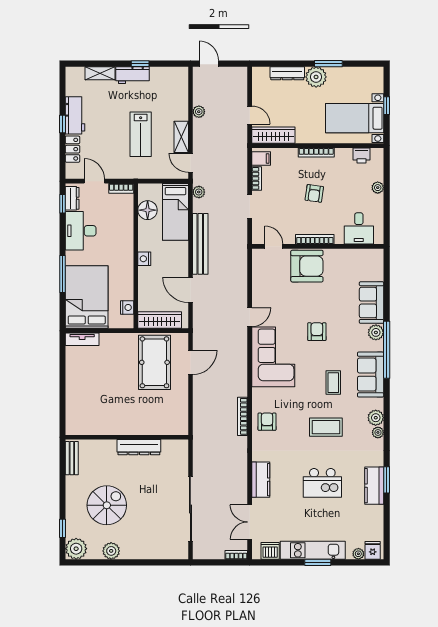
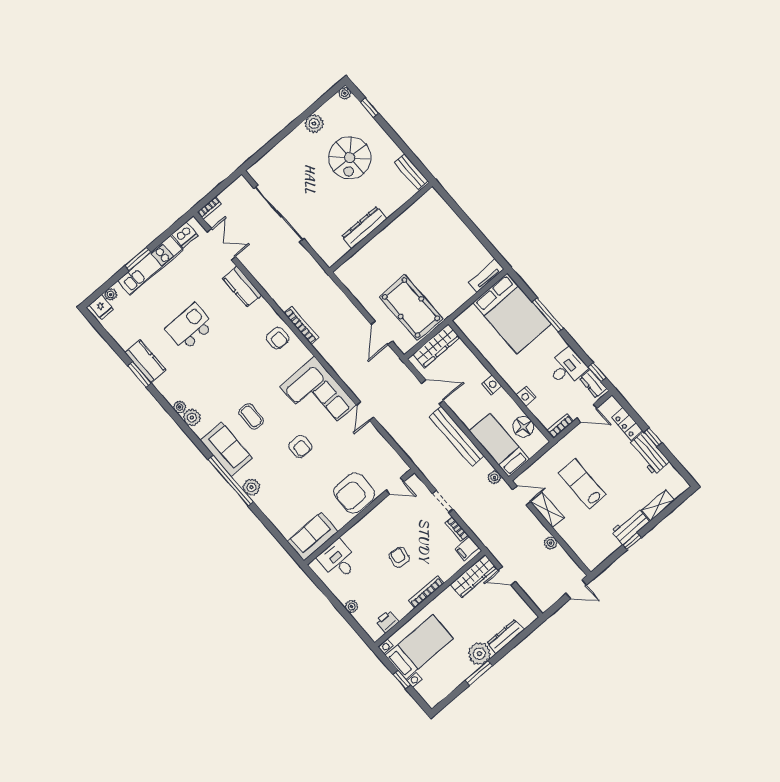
desk: (81, 231) -> (567, 367), width x0.73
bookcase: (315, 239) -> (367, 520), removed
sofa: (372, 303) -> (313, 537), moved, turned -90
nightstand: (127, 307) -> (526, 396), moved
coffee table: (326, 427) -> (226, 375), removed
plant: (76, 549) -> (345, 93), width x0.53, depth x0.53

